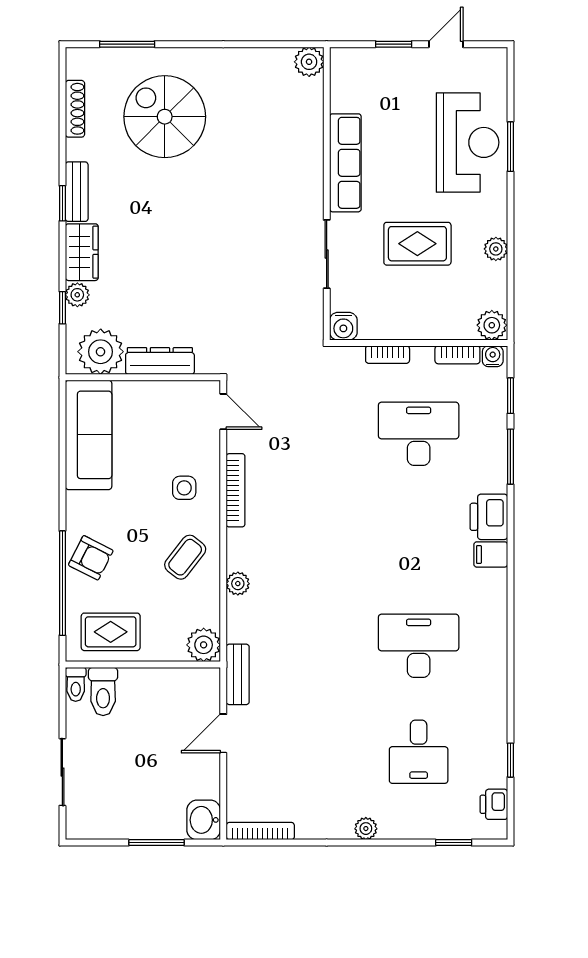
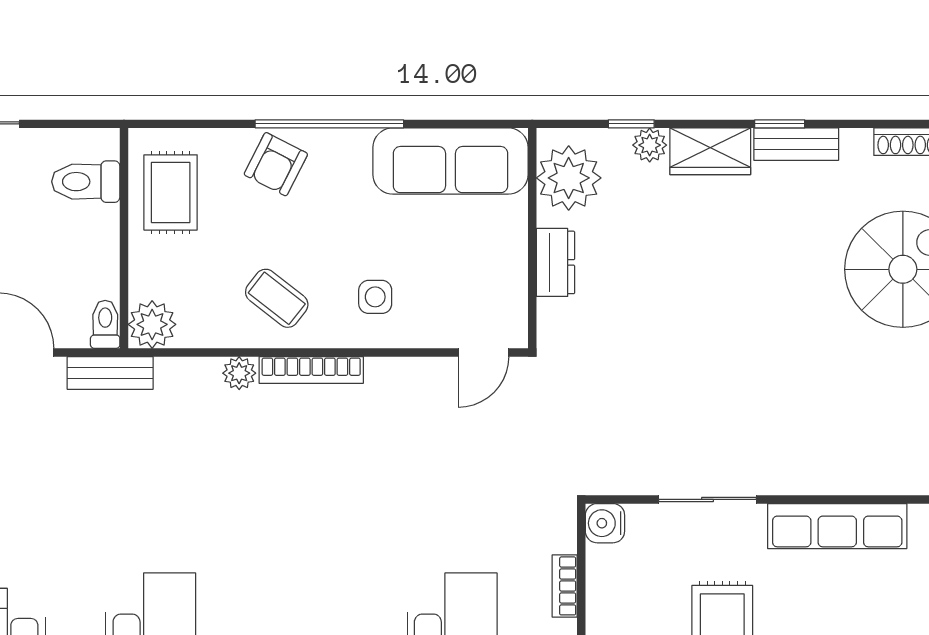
dresser: (160, 361) -> (555, 262), width x0.70
bookcase: (236, 490) -> (311, 370), moved
window: (62, 583) -> (329, 124), moved
toilet: (76, 684) -> (105, 324), moved, turned 90

